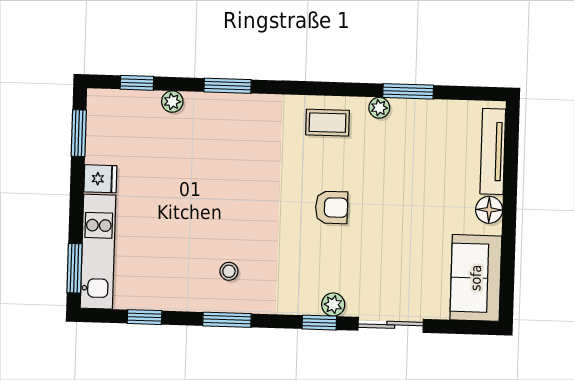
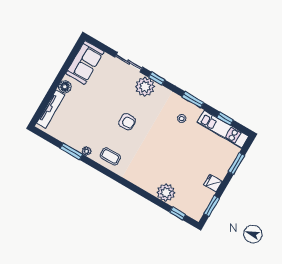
window: (228, 86) -> (142, 193), removed
plant: (172, 102) -> (166, 193), width x1.88, depth x1.88
armchair: (332, 207) -> (127, 122), turned 180
kitchen unit: (98, 252) -> (223, 129), moved, turned -90
window: (74, 268) -> (236, 164), moved
plant: (333, 305) -> (145, 87), width x1.87, depth x1.87

